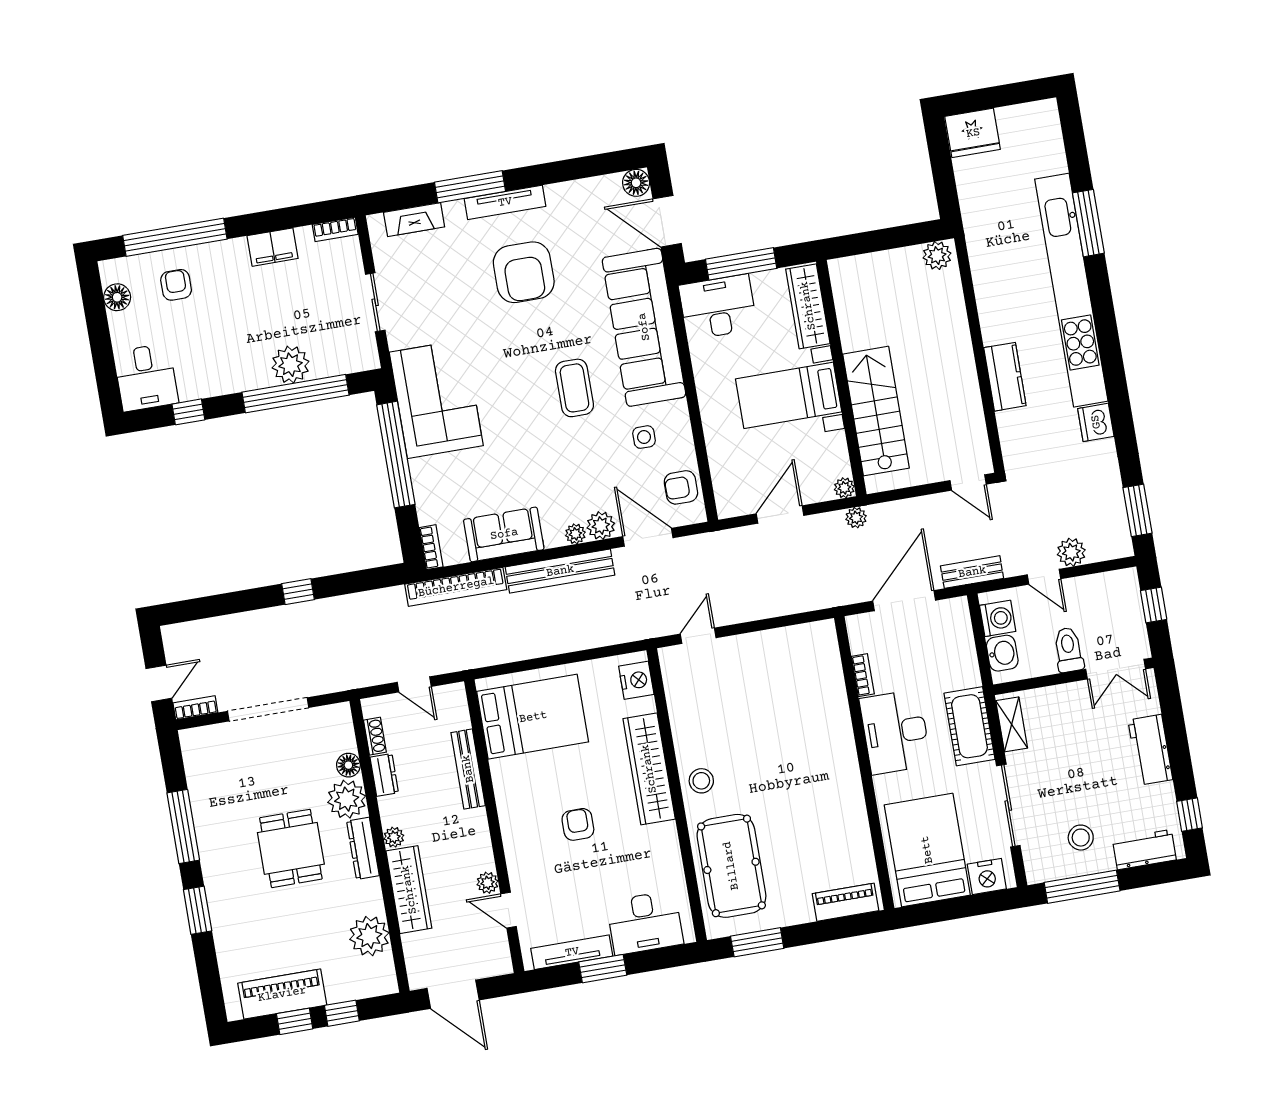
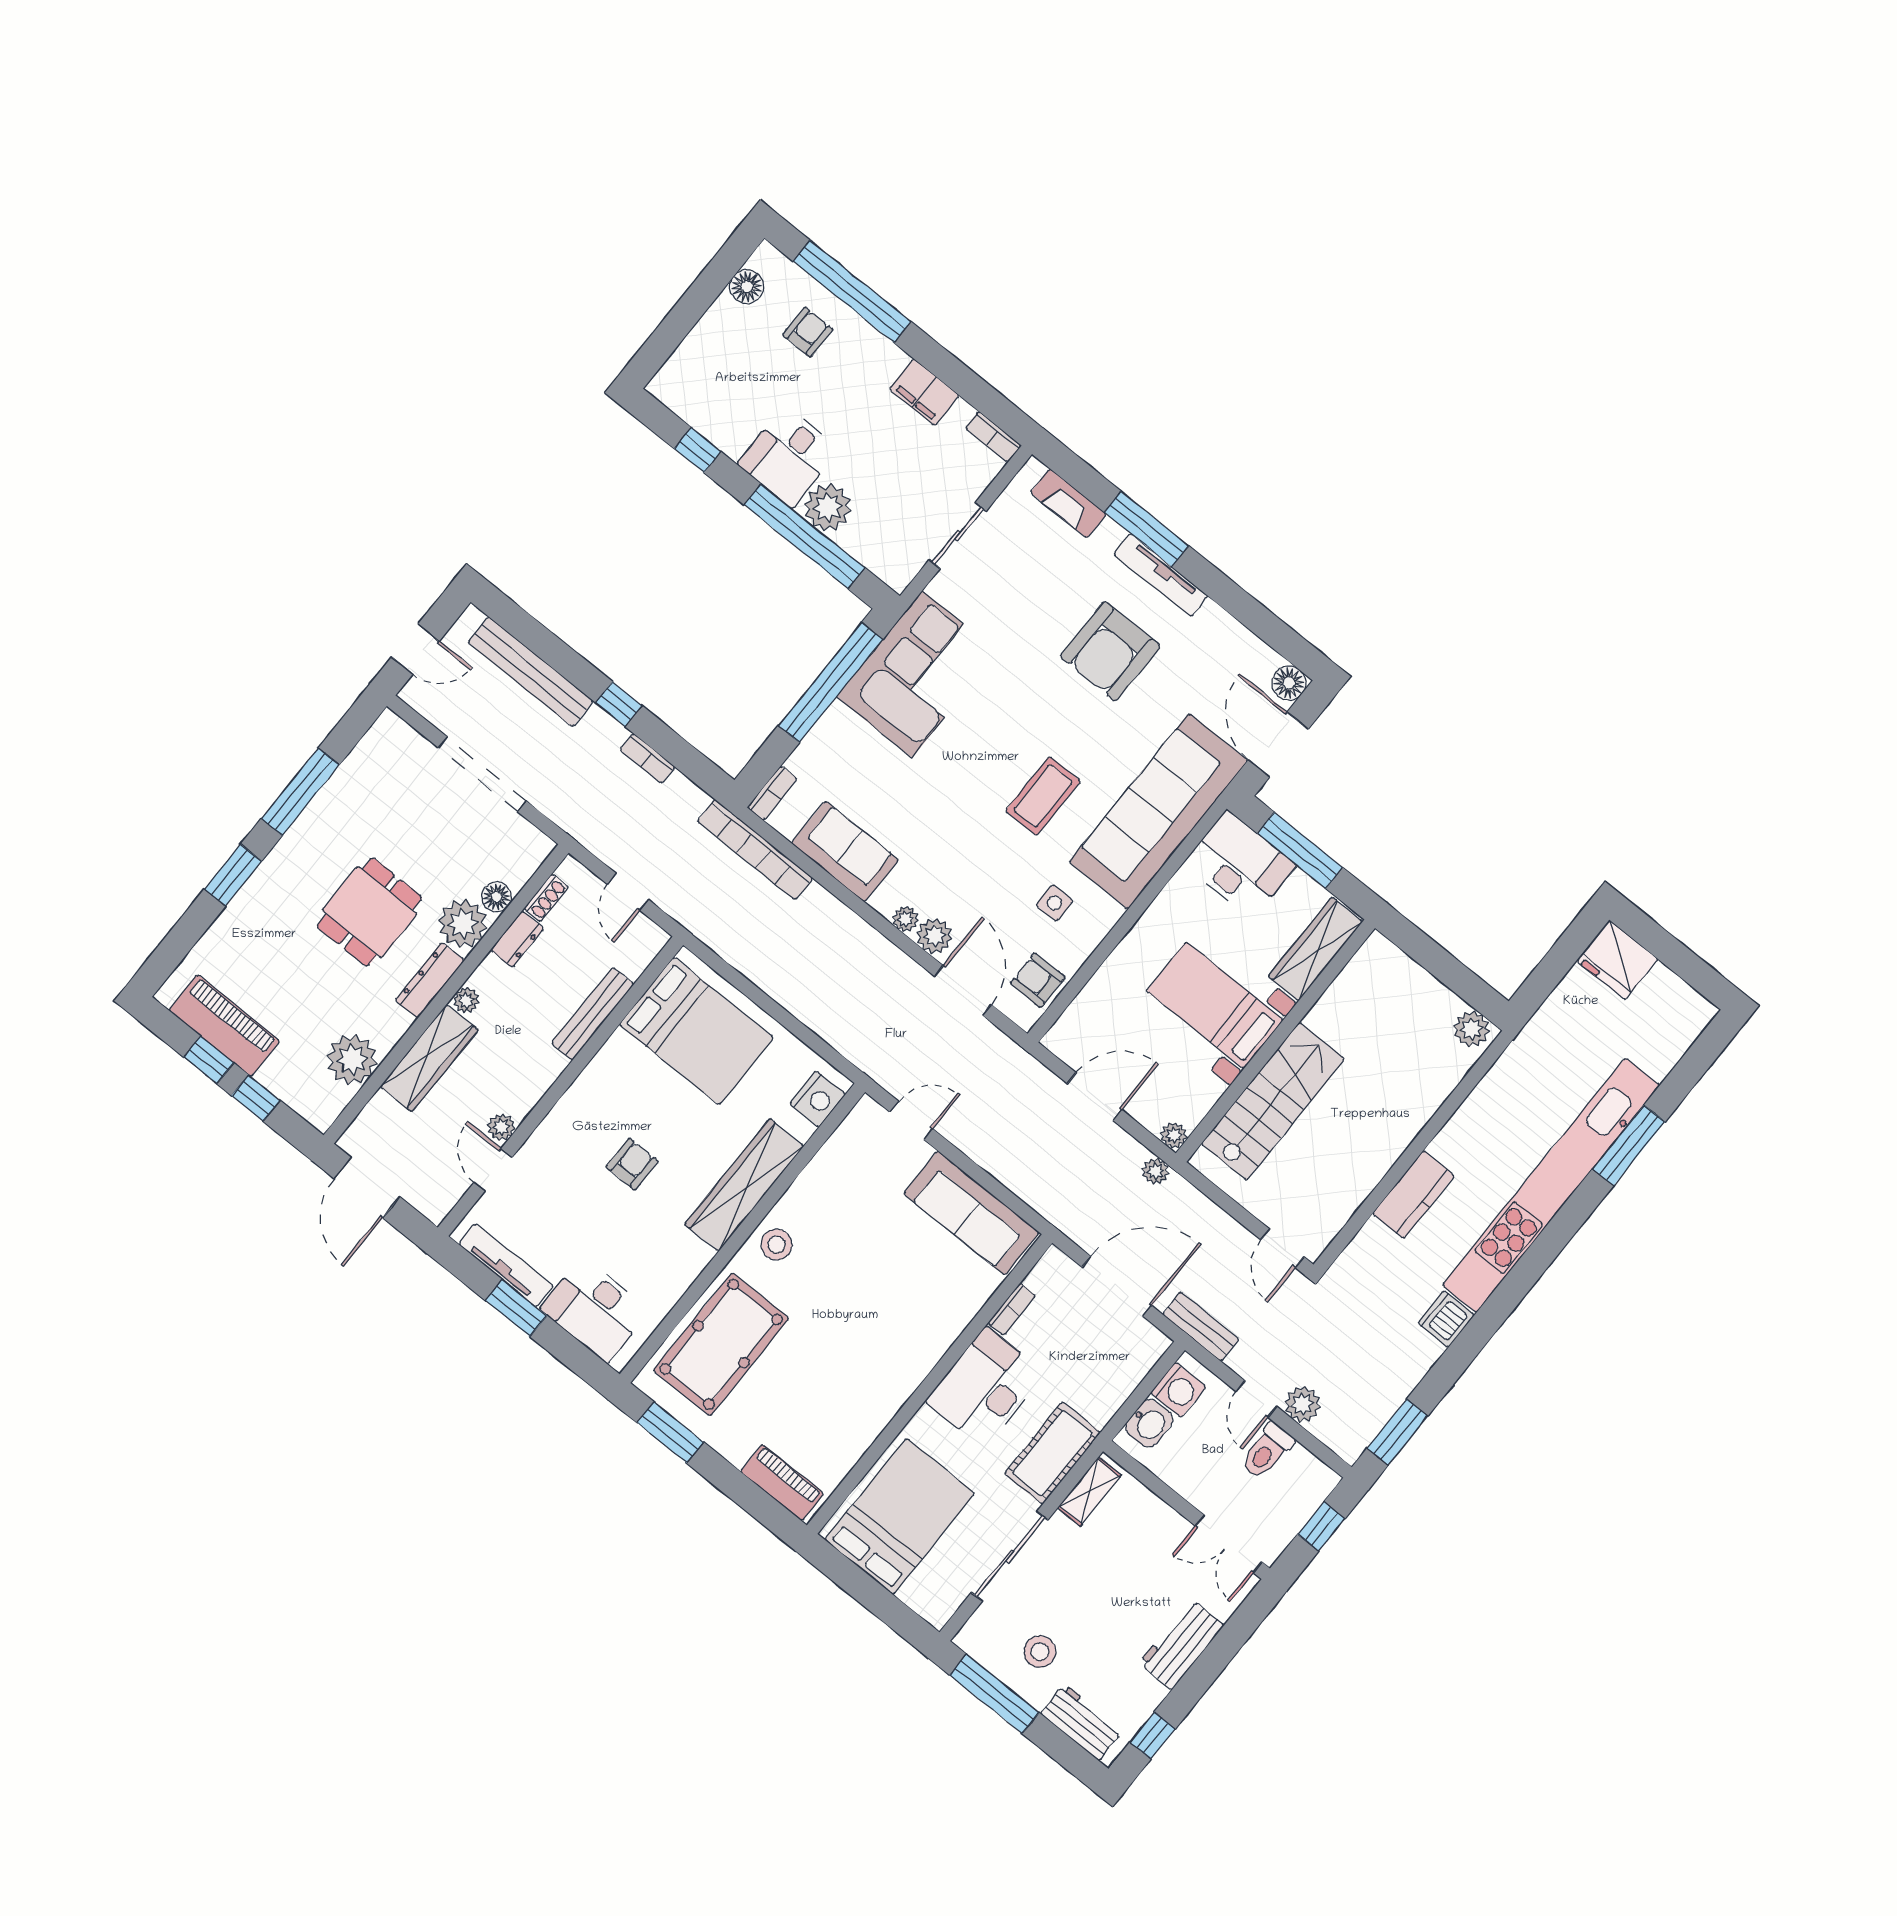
desk: (146, 377) -> (789, 457), moved
bench: (560, 571) -> (531, 672), moved
sofa: (785, 649) -> (971, 1213), added
toilet: (1069, 650) -> (1267, 1451), moved, turned 180
bookcase: (195, 708) -> (648, 758), moved, turned 180
nightstand: (987, 876) -> (925, 1595), removed

